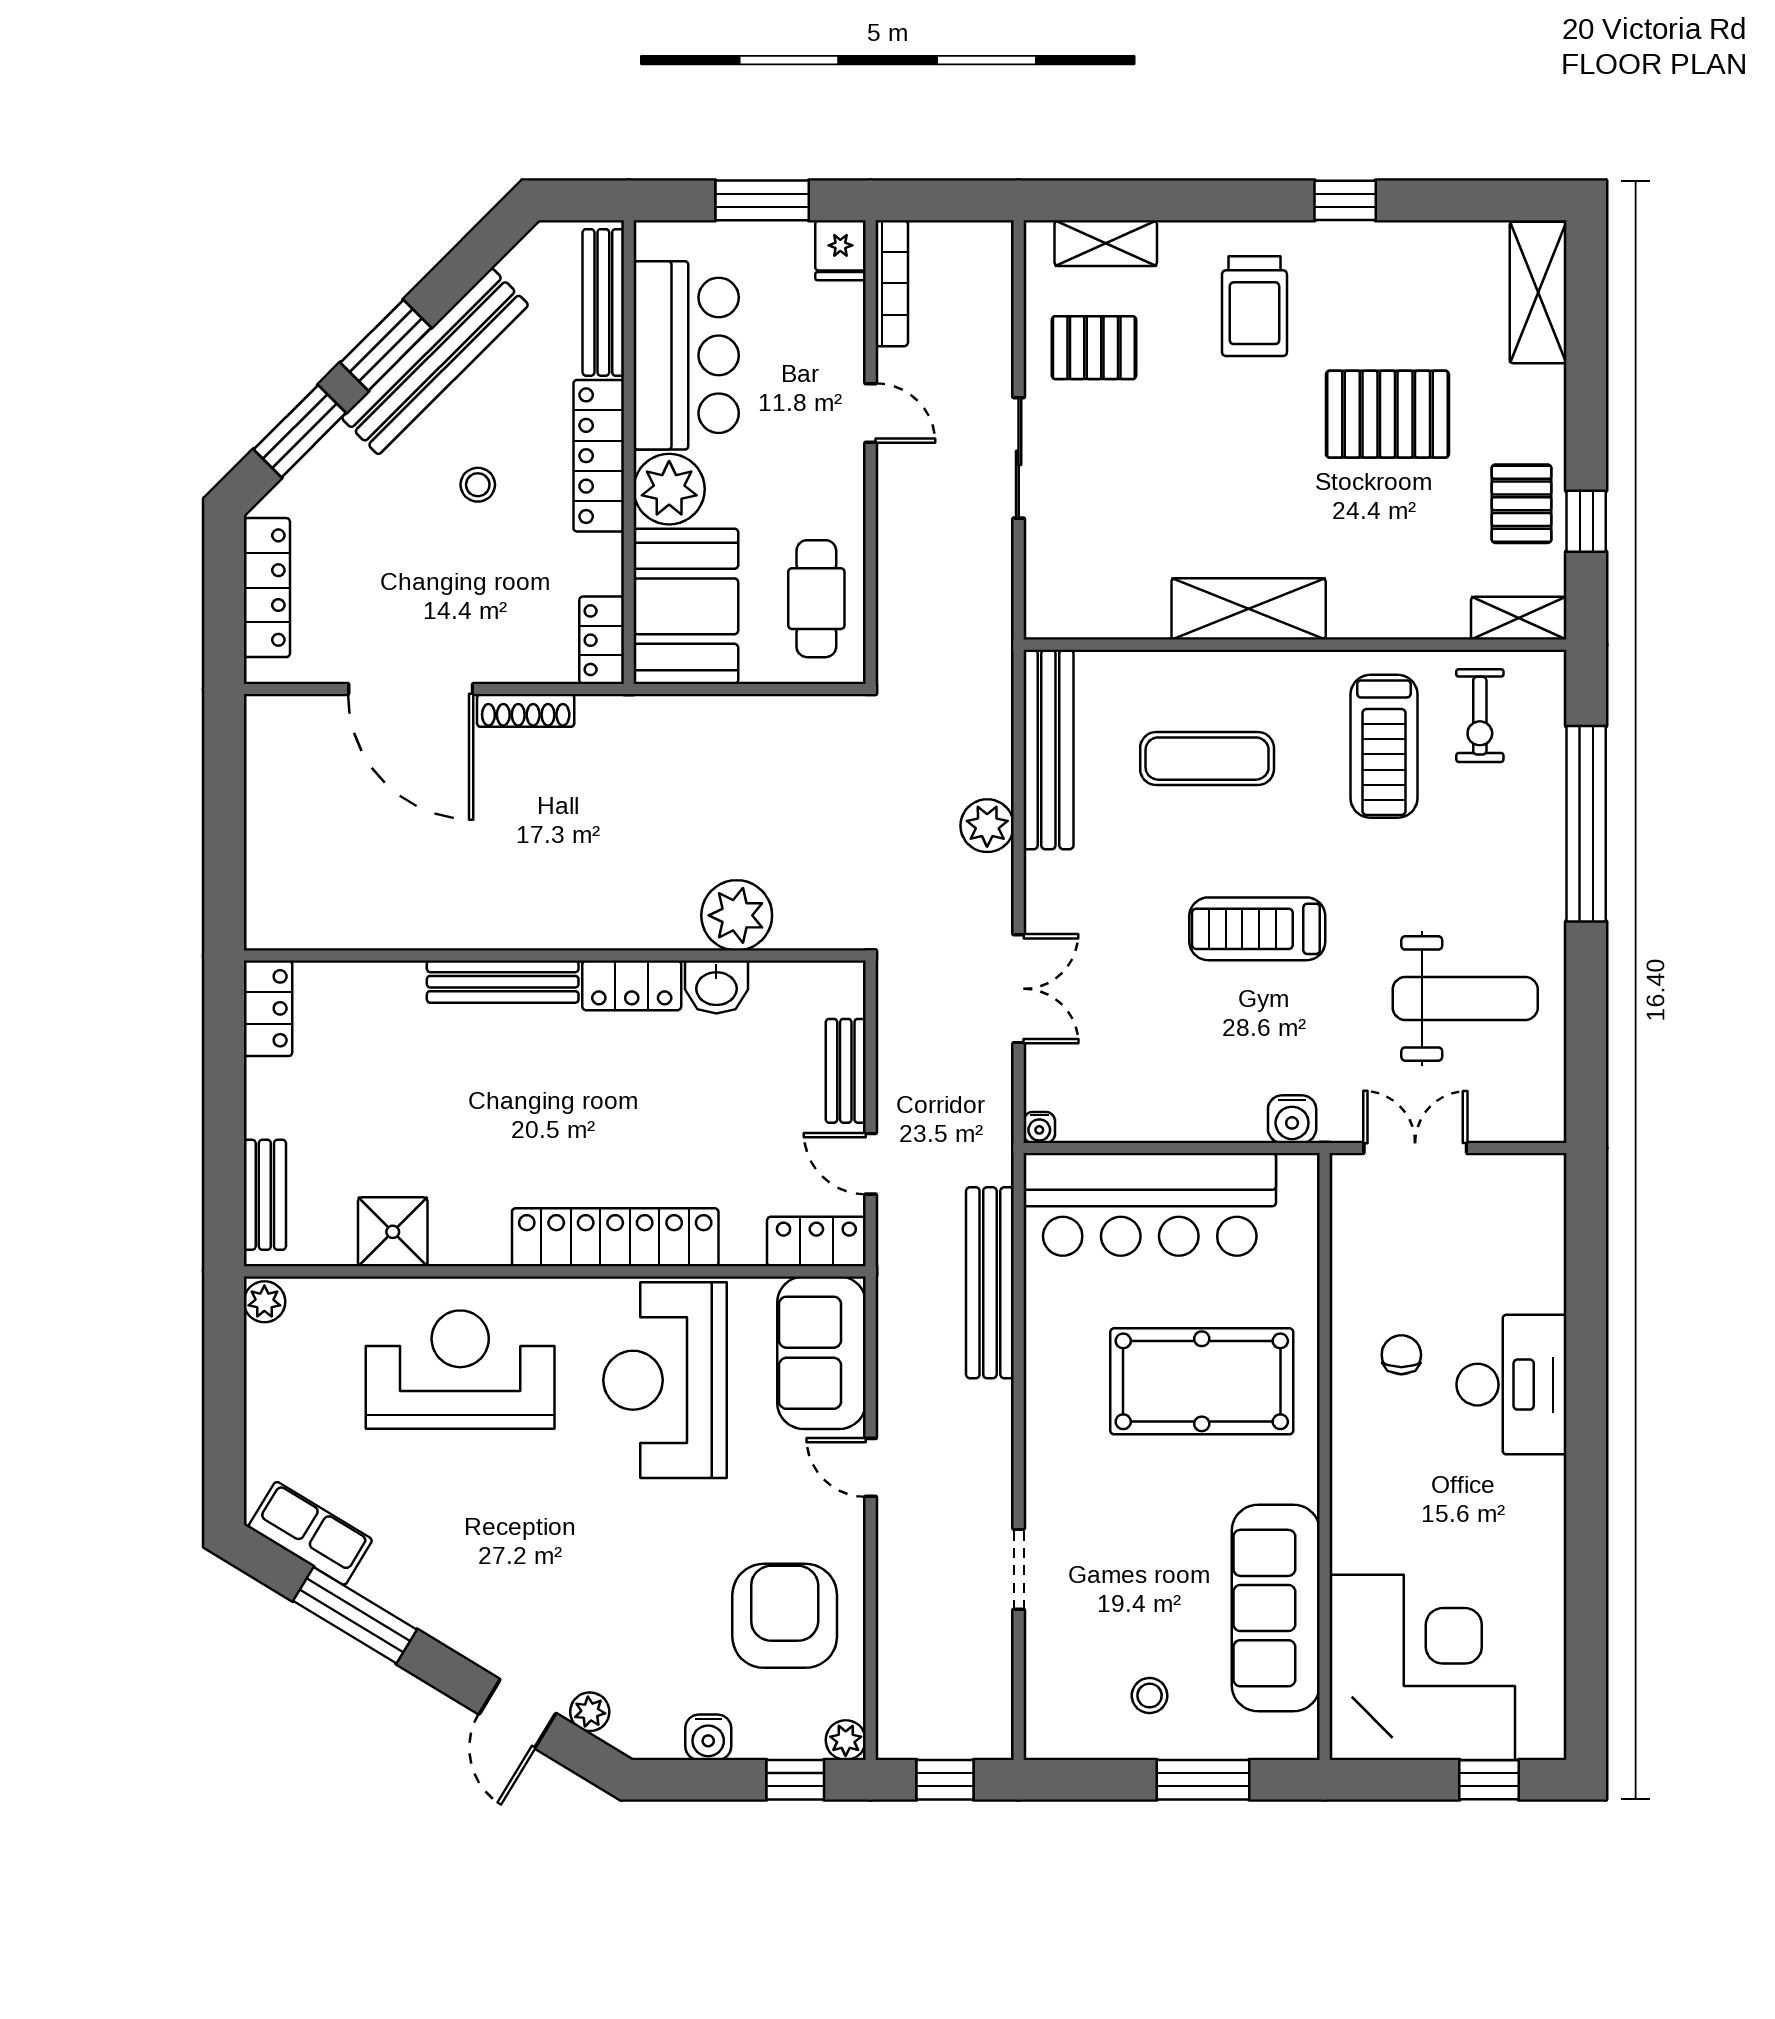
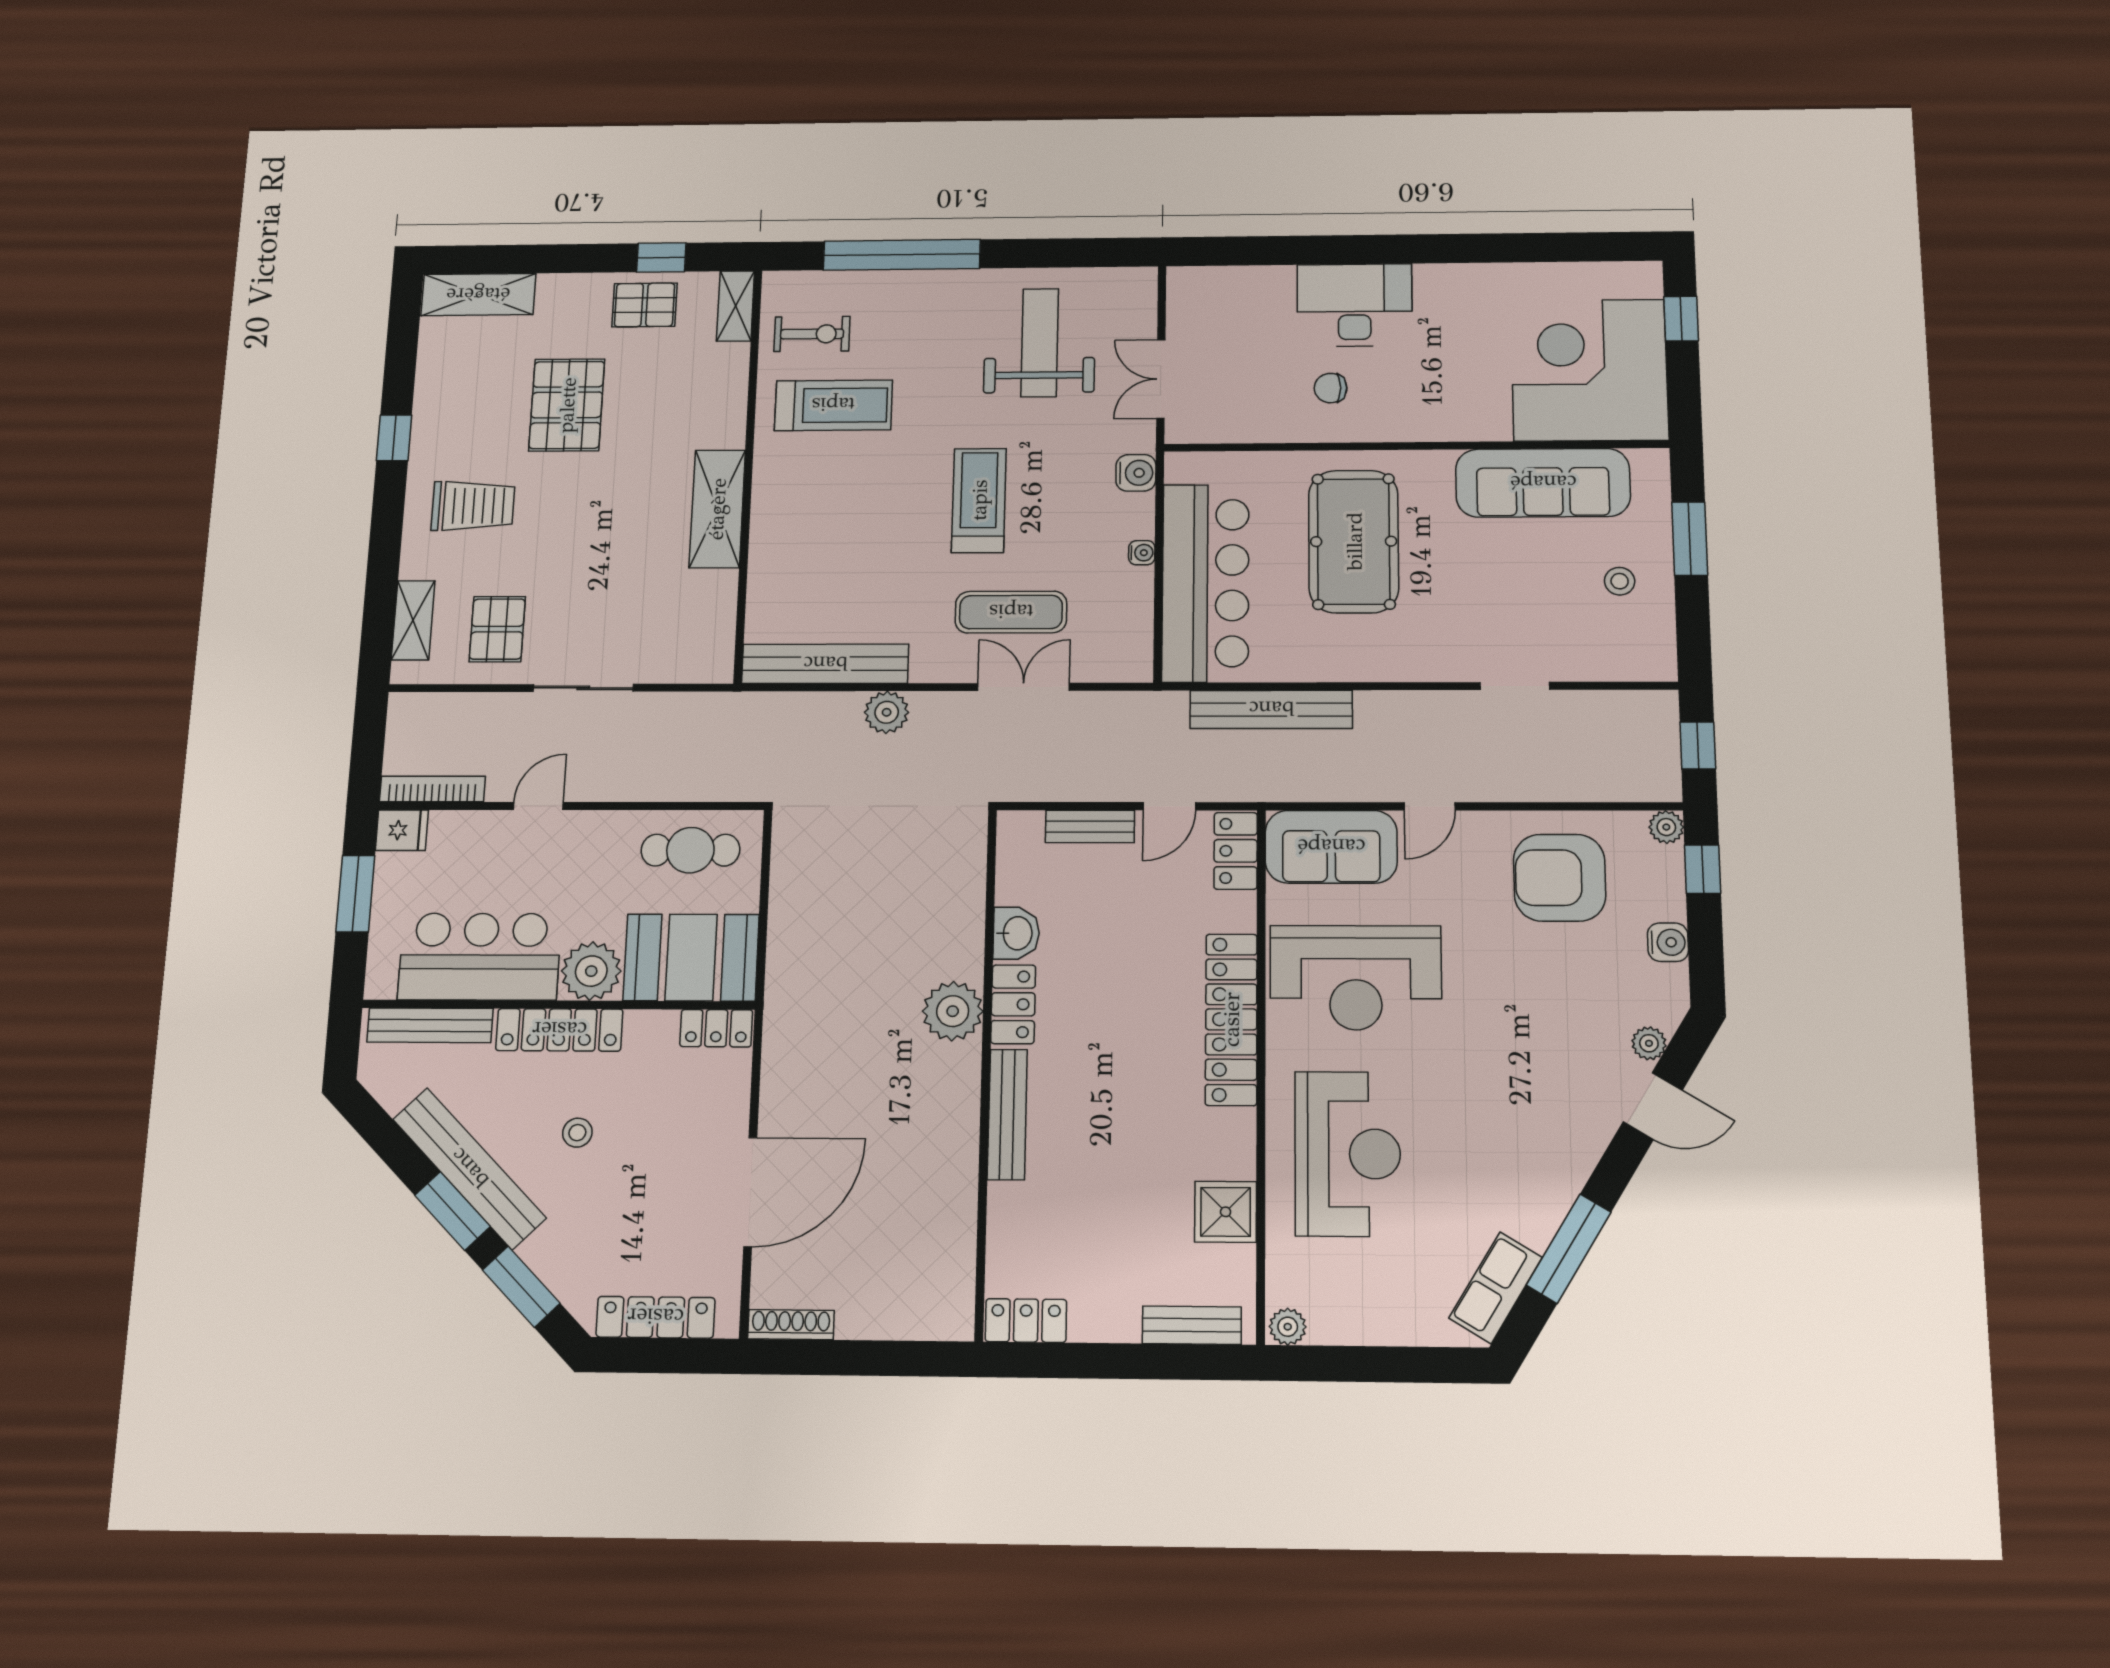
shoe rack: (526, 710) -> (791, 1325), moved, turned -90
exercise mat: (1207, 759) -> (1011, 612), moved, turned 90
plant: (737, 915) -> (953, 1011), moved
treadmill: (1257, 929) -> (979, 500), turned 180
water cooler: (1039, 1127) -> (1142, 553), moved
reception desk: (460, 1370) -> (1348, 1154), turned 180

